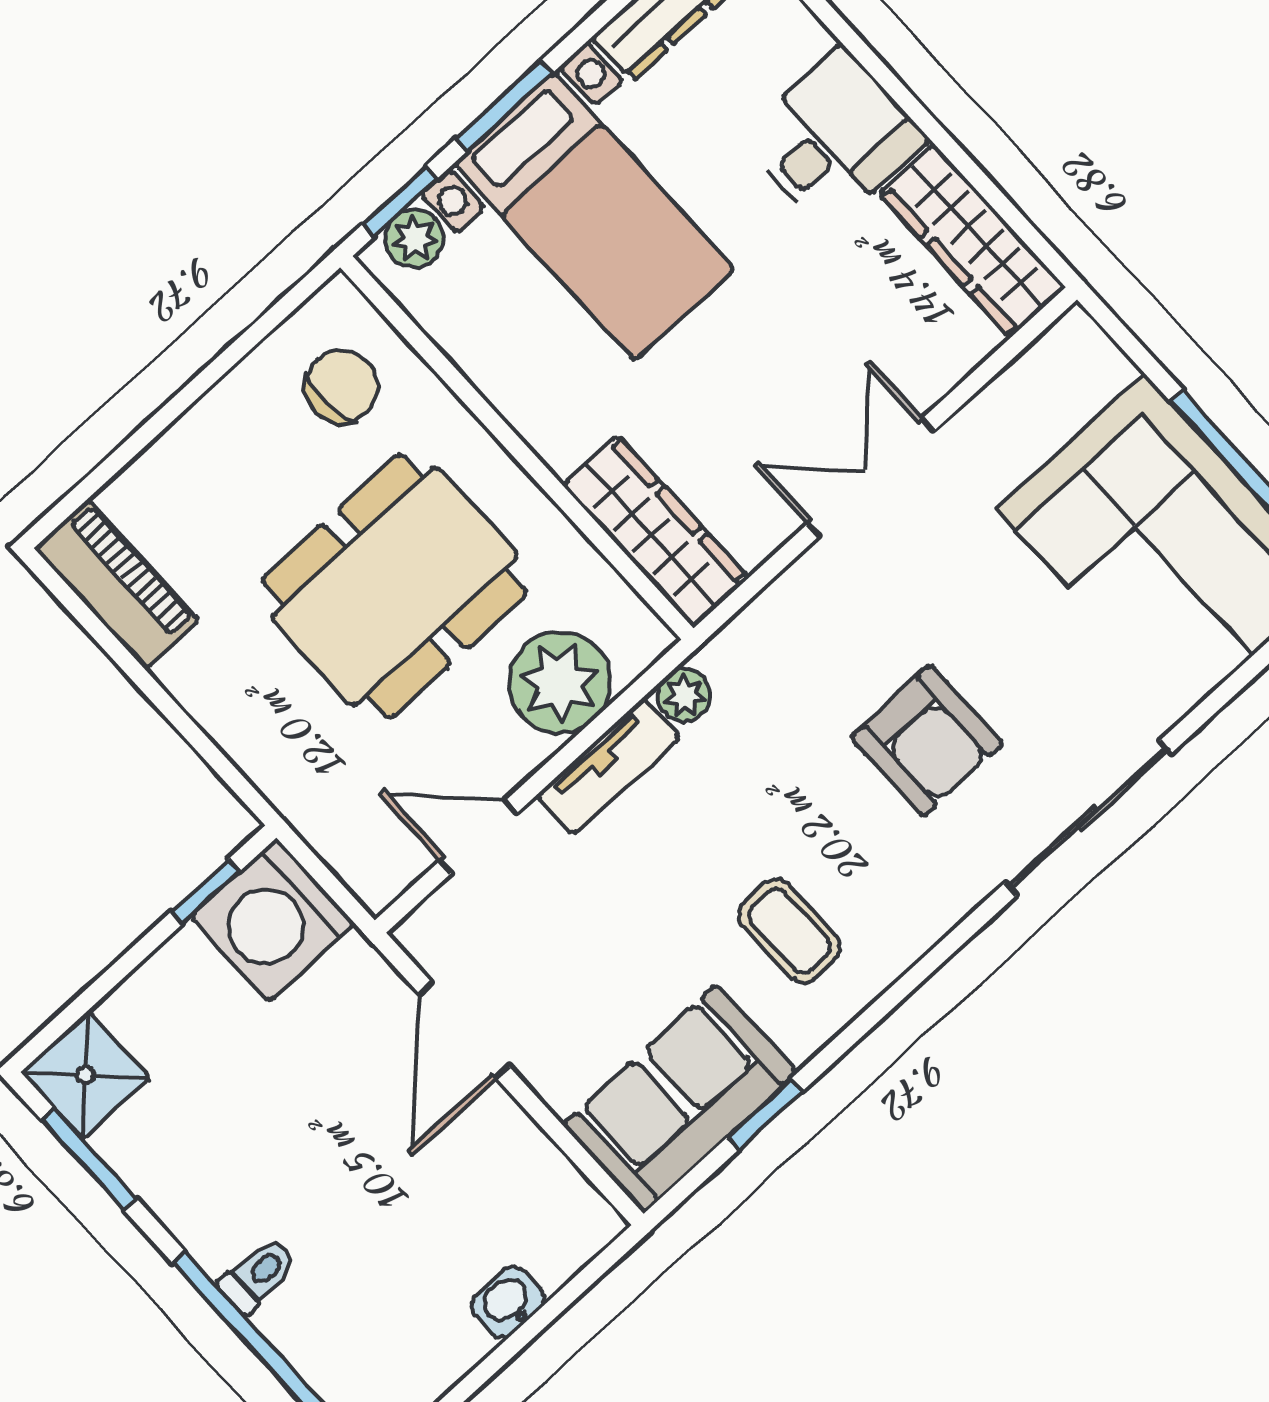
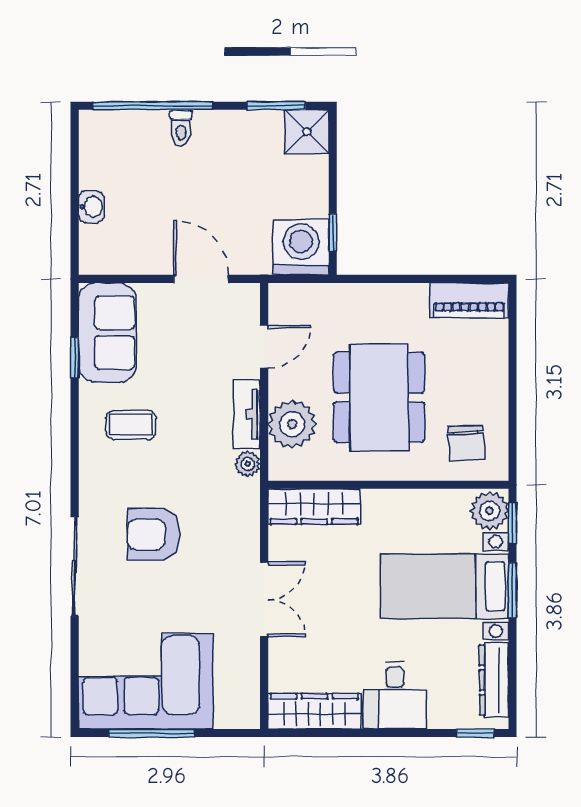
plant: (414, 239) -> (490, 511), width x1.38, depth x1.38

